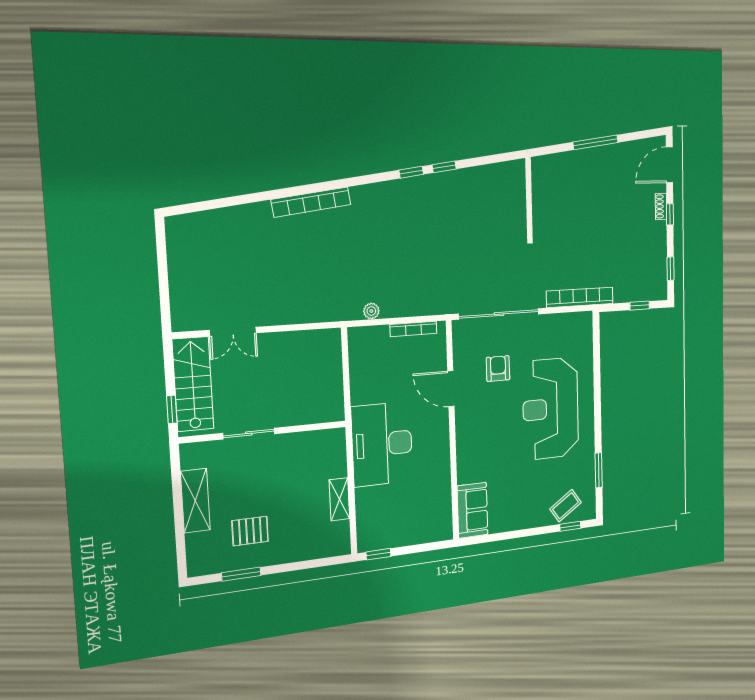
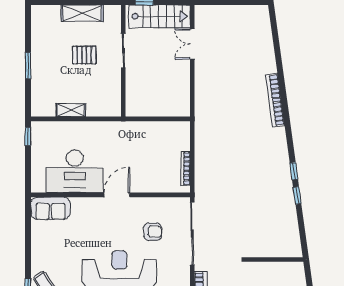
plant: (371, 311) -> (200, 139), removed
door: (451, 389) -> (117, 195), moved
desk: (382, 444) -> (75, 171), moved, turned 180
pallet: (250, 531) -> (84, 55), moved, turned 90
window: (241, 574) -> (28, 66), moved

